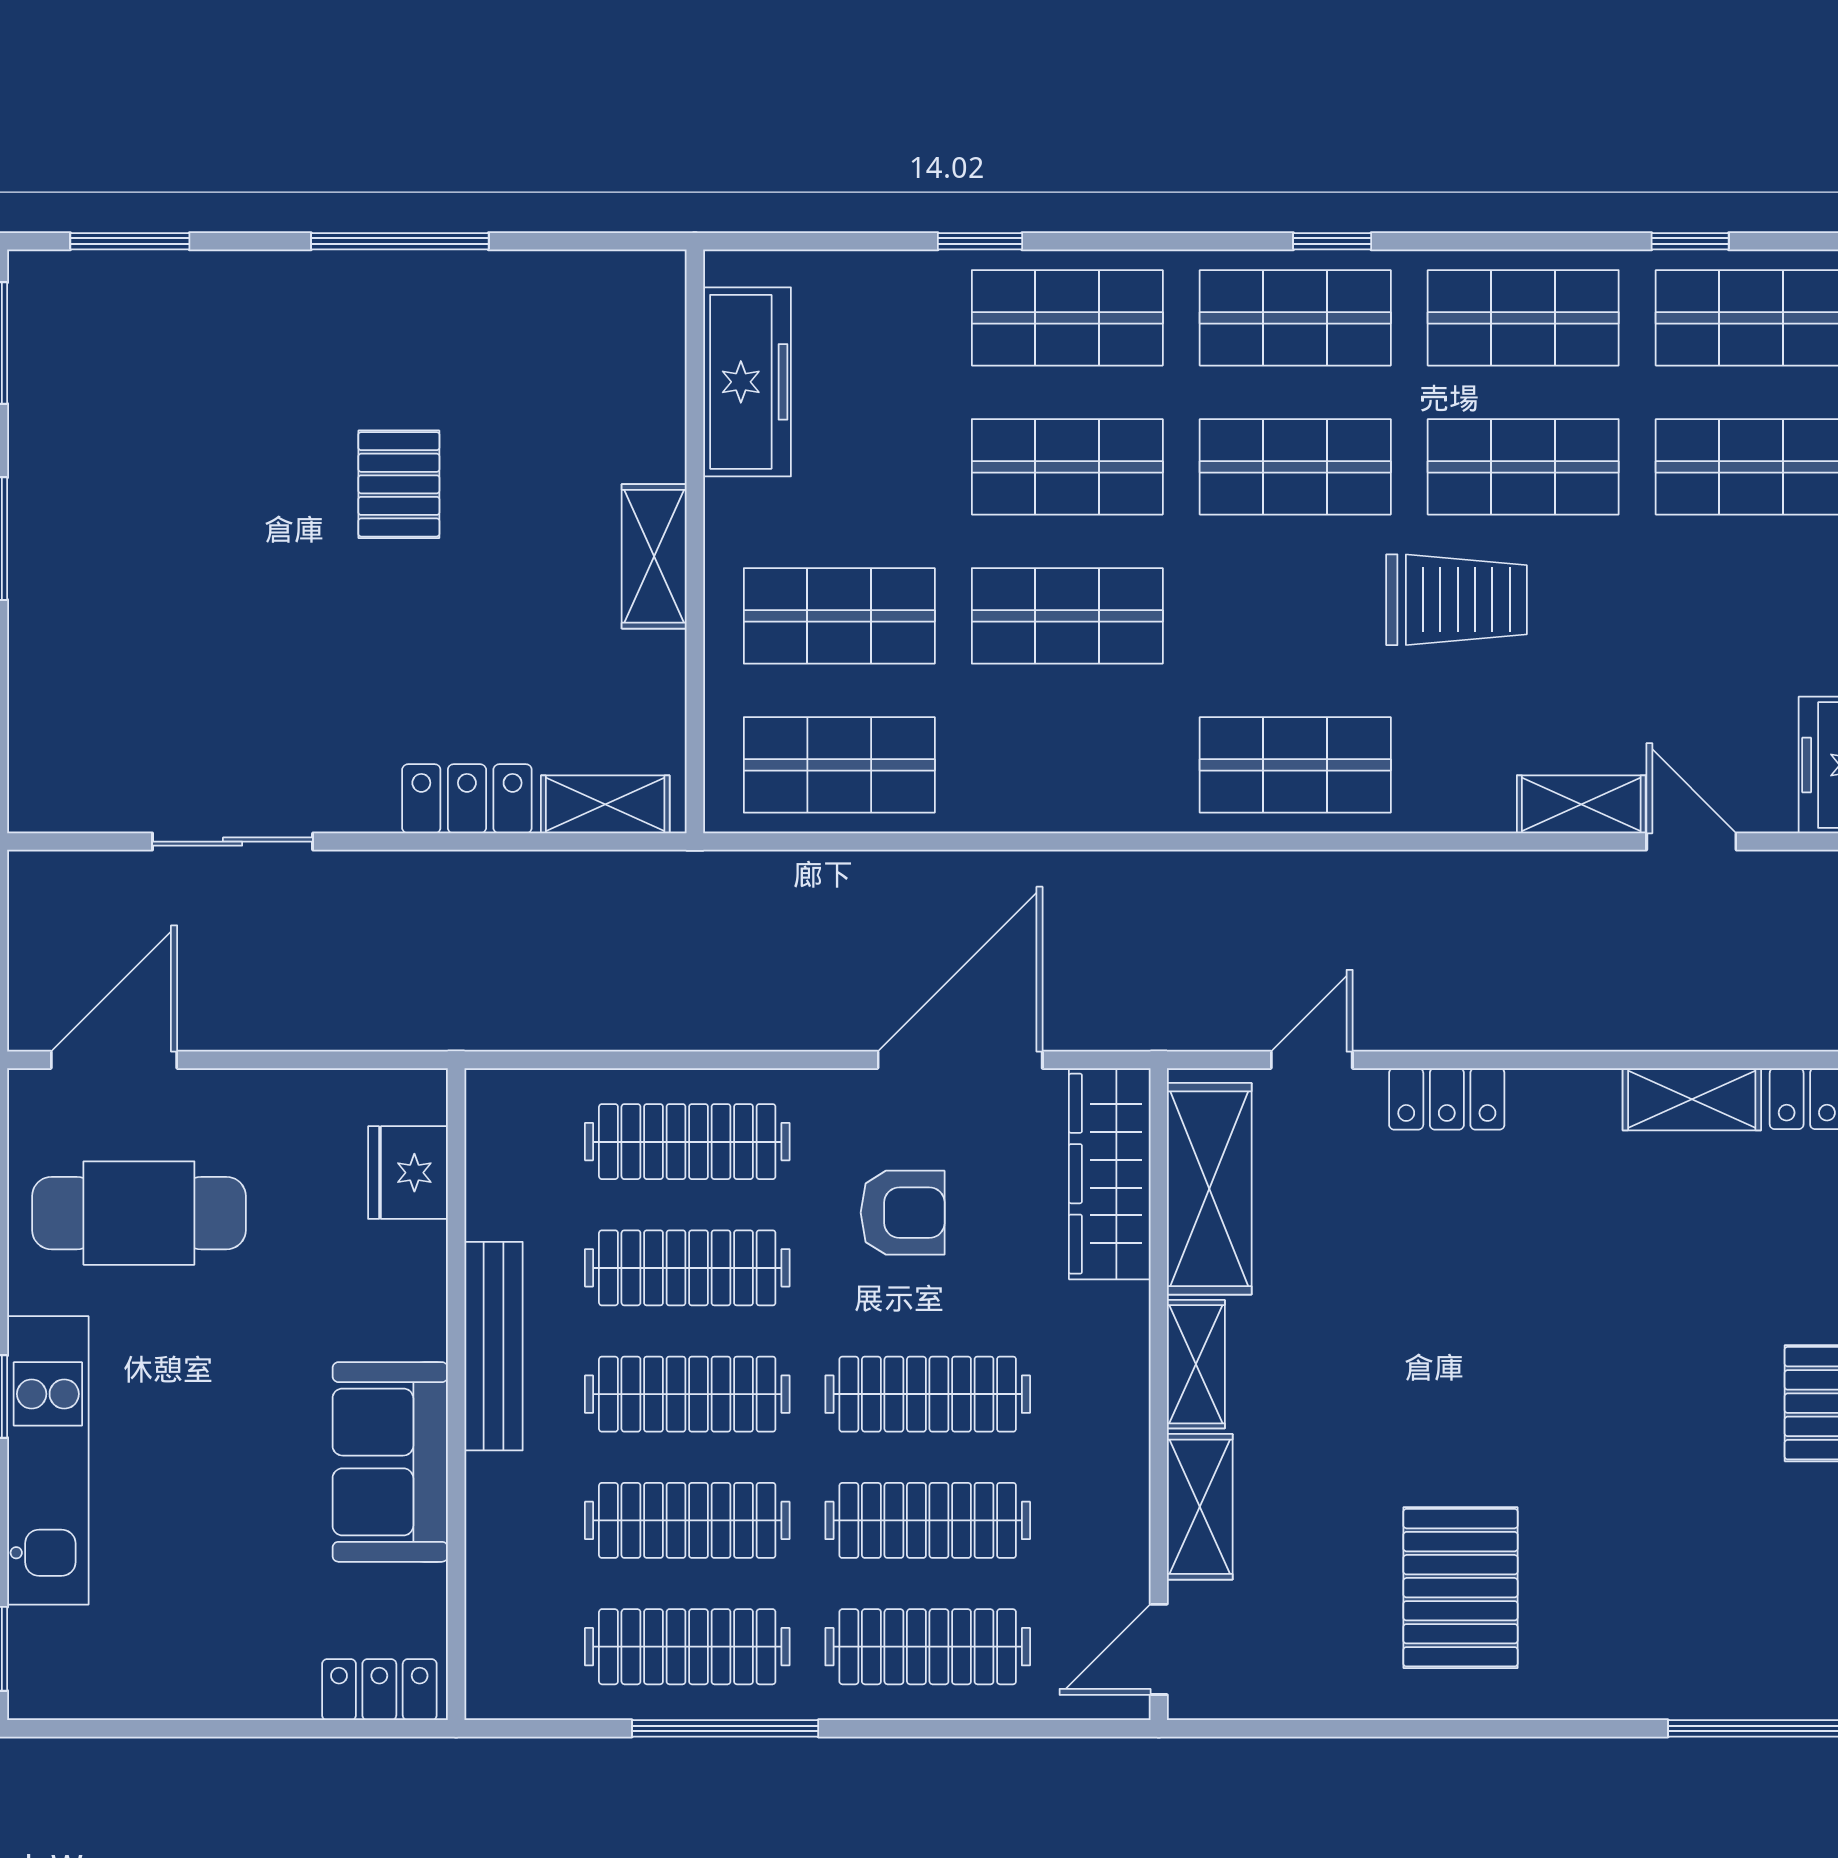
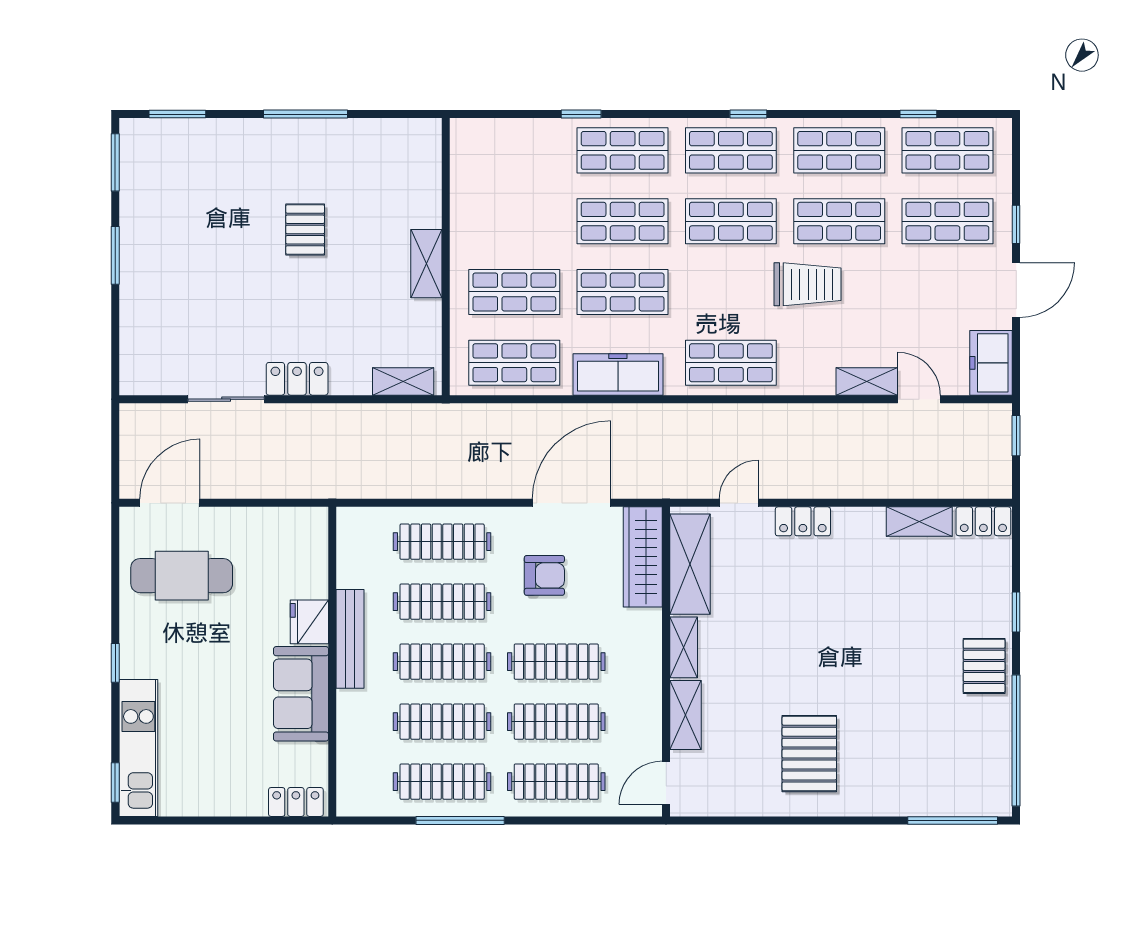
freezer: (747, 382) -> (618, 374), moved, turned -90
locker: (467, 799) -> (297, 379), moved
fridge: (408, 1173) -> (309, 622), moved
kitchen unit: (48, 1460) -> (138, 748), moved

